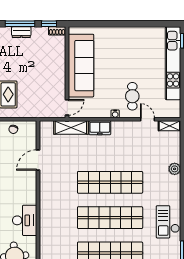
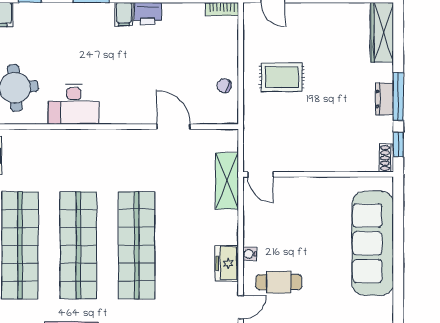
sofa: (81, 66) -> (373, 243), moved, turned 90
freezer: (100, 128) -> (227, 263), moved

